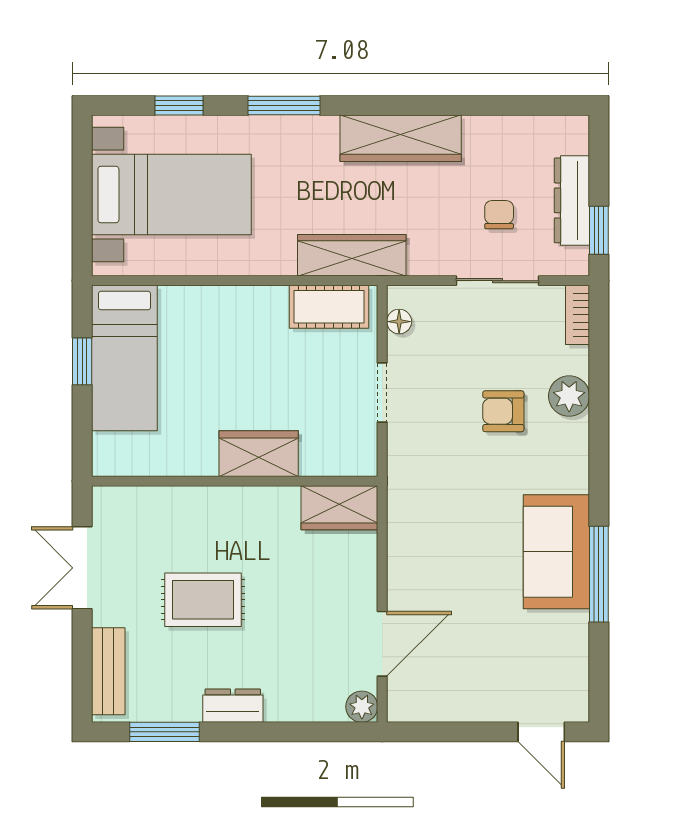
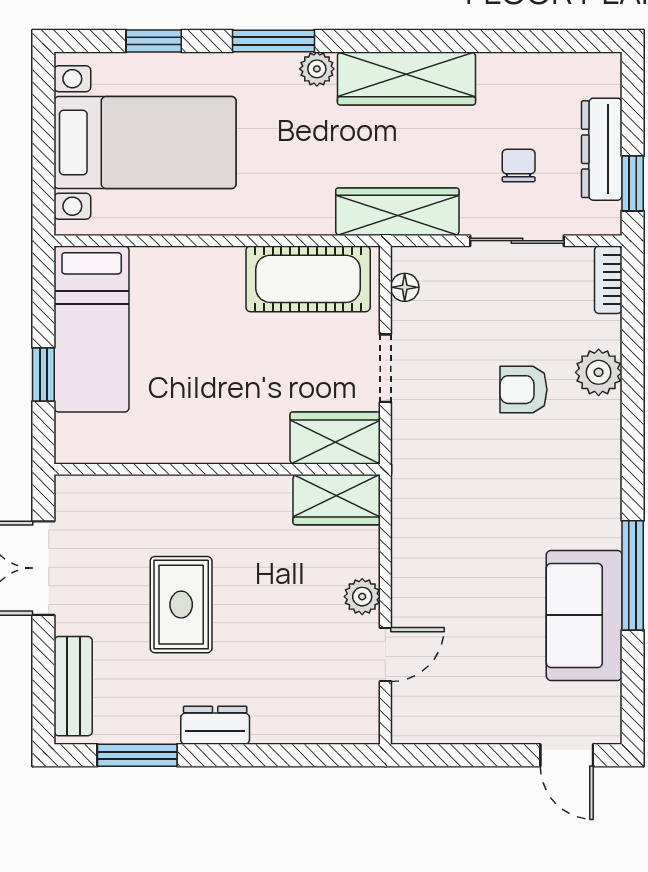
plant: (322, 130) -> (317, 69), added
wardrobe: (352, 255) -> (397, 212), moved
cot: (329, 307) -> (308, 279), width x1.37, depth x1.34
window: (82, 361) -> (43, 374), moved
wardrobe: (259, 454) -> (335, 438), moved
sofa: (556, 552) -> (584, 615), moved
rug: (203, 600) -> (181, 605), turned 90
door: (382, 644) -> (385, 655), width x0.73
plant: (362, 707) -> (362, 597), moved

